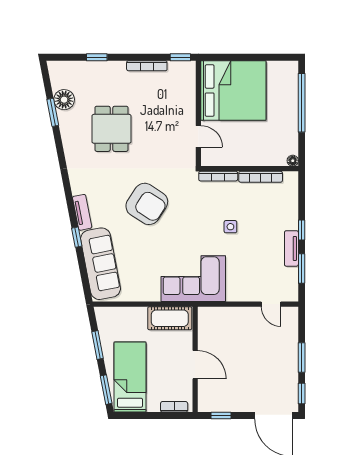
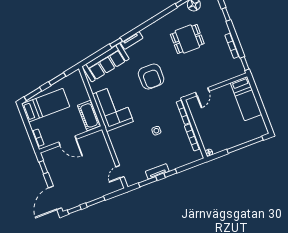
bed: (233, 91) -> (246, 99), width x0.49
armchair: (147, 204) -> (151, 76), turned -33
corner sofa: (193, 279) -> (113, 108), moved
door: (195, 365) -> (67, 141), hinge flipped

